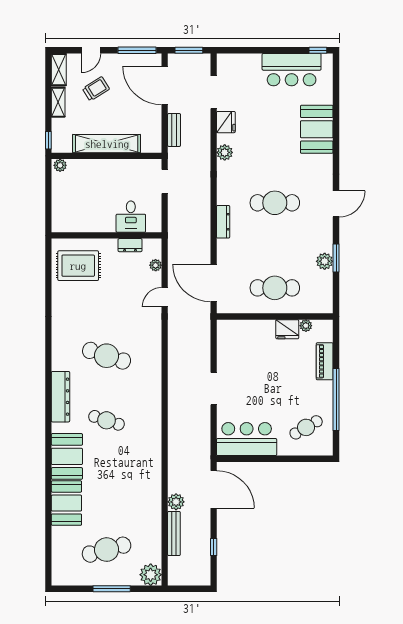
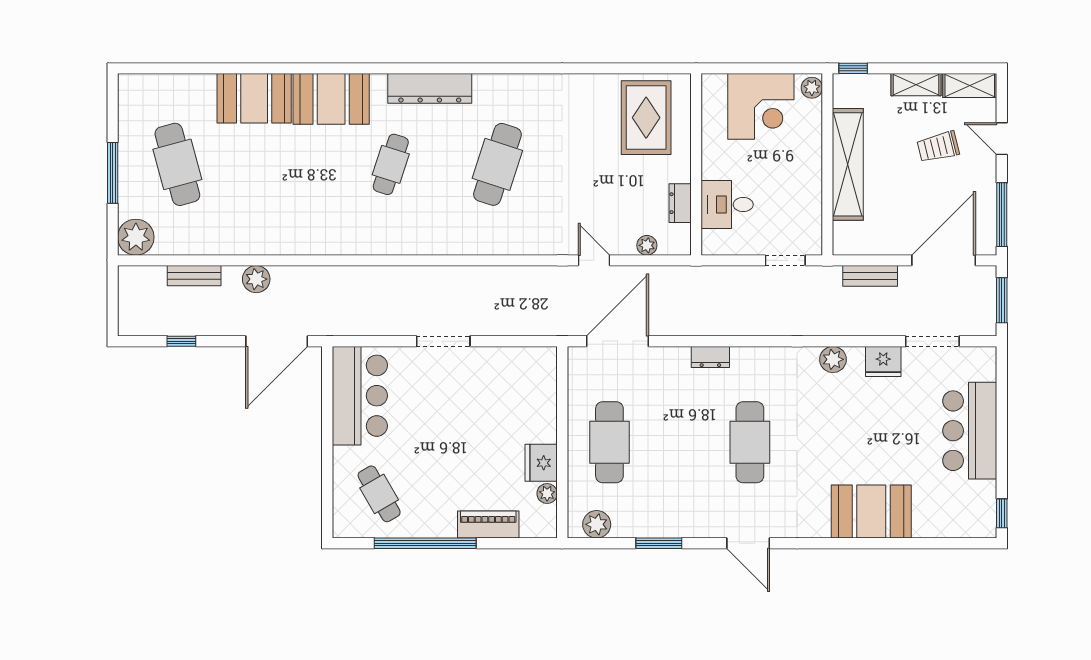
bar counter: (292, 70) -> (970, 431), moved
trolley: (96, 89) -> (938, 147), turned 108
corner desk: (71, 196) -> (761, 106), added
dresser: (223, 222) -> (710, 357), width x0.70
plant: (325, 261) -> (597, 524), moved
bench: (174, 533) -> (194, 276), width x0.73

